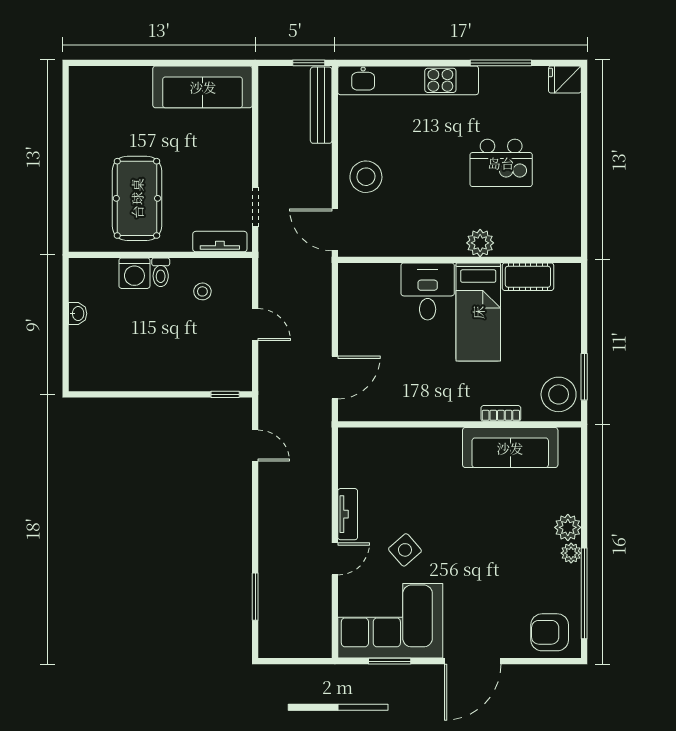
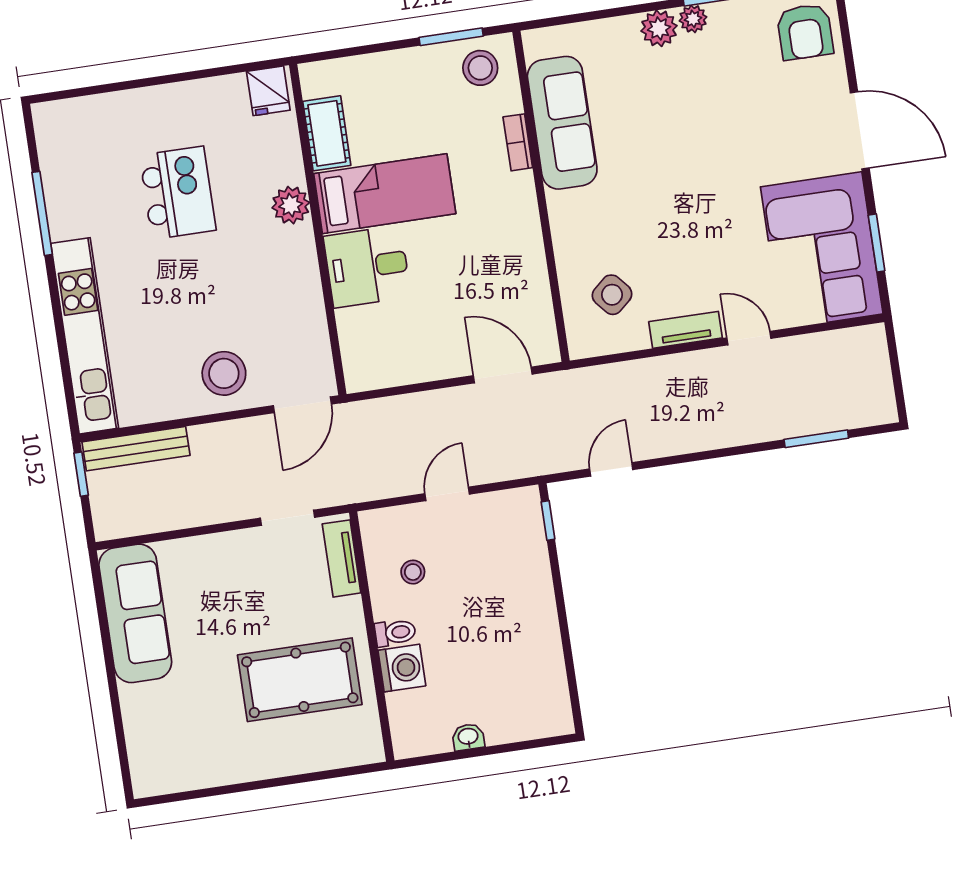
fridge: (565, 80) -> (268, 91), moved
stool: (559, 394) -> (480, 68), width x0.73, depth x0.73
side table: (405, 550) -> (612, 295), moved

